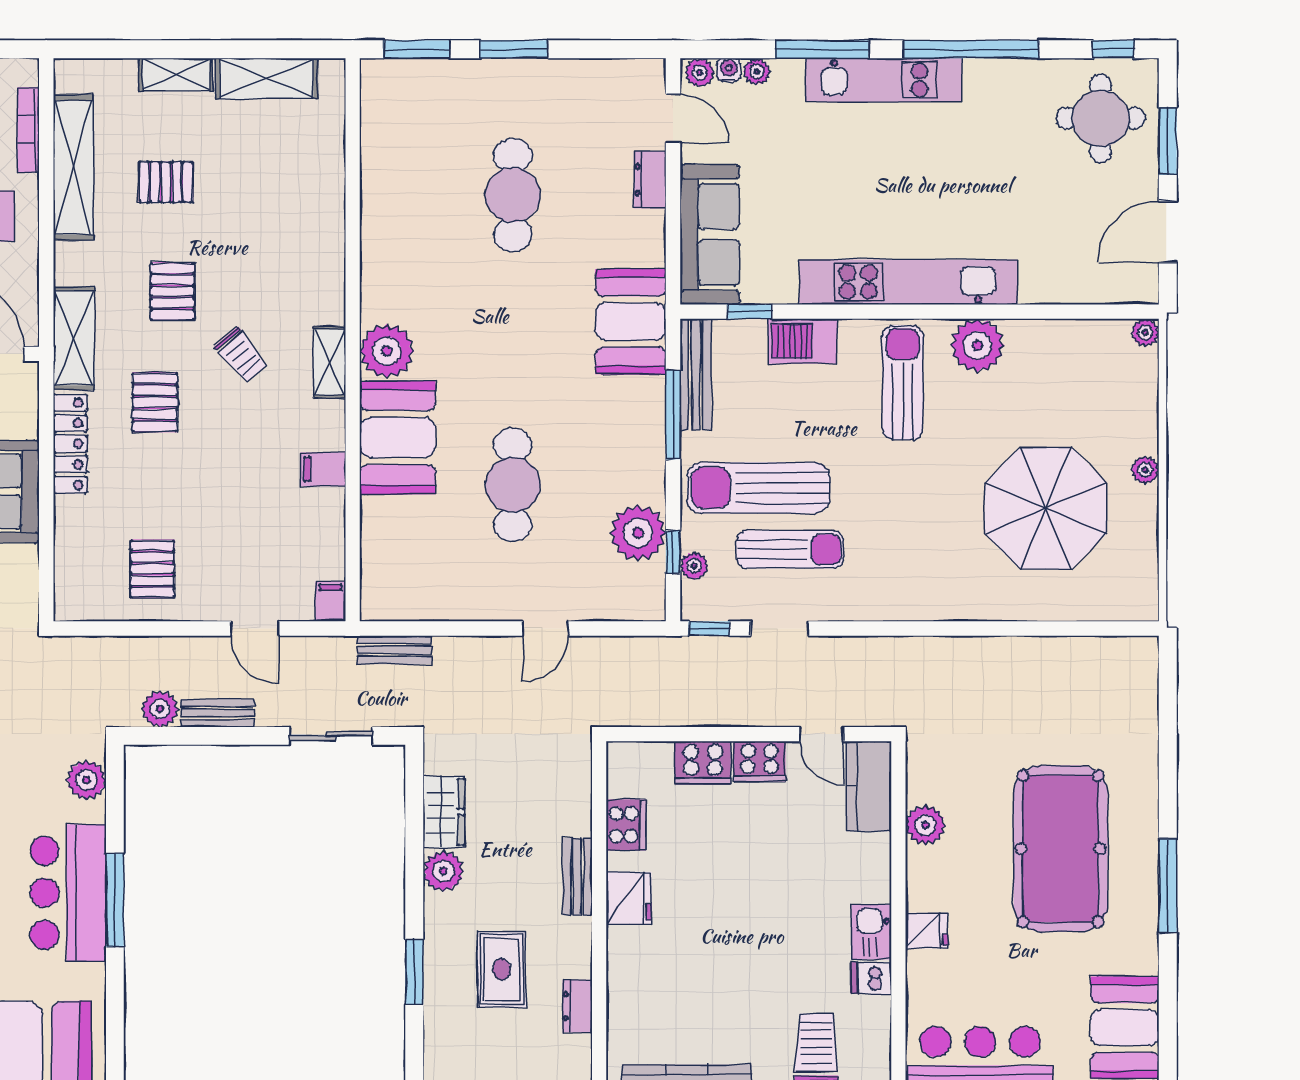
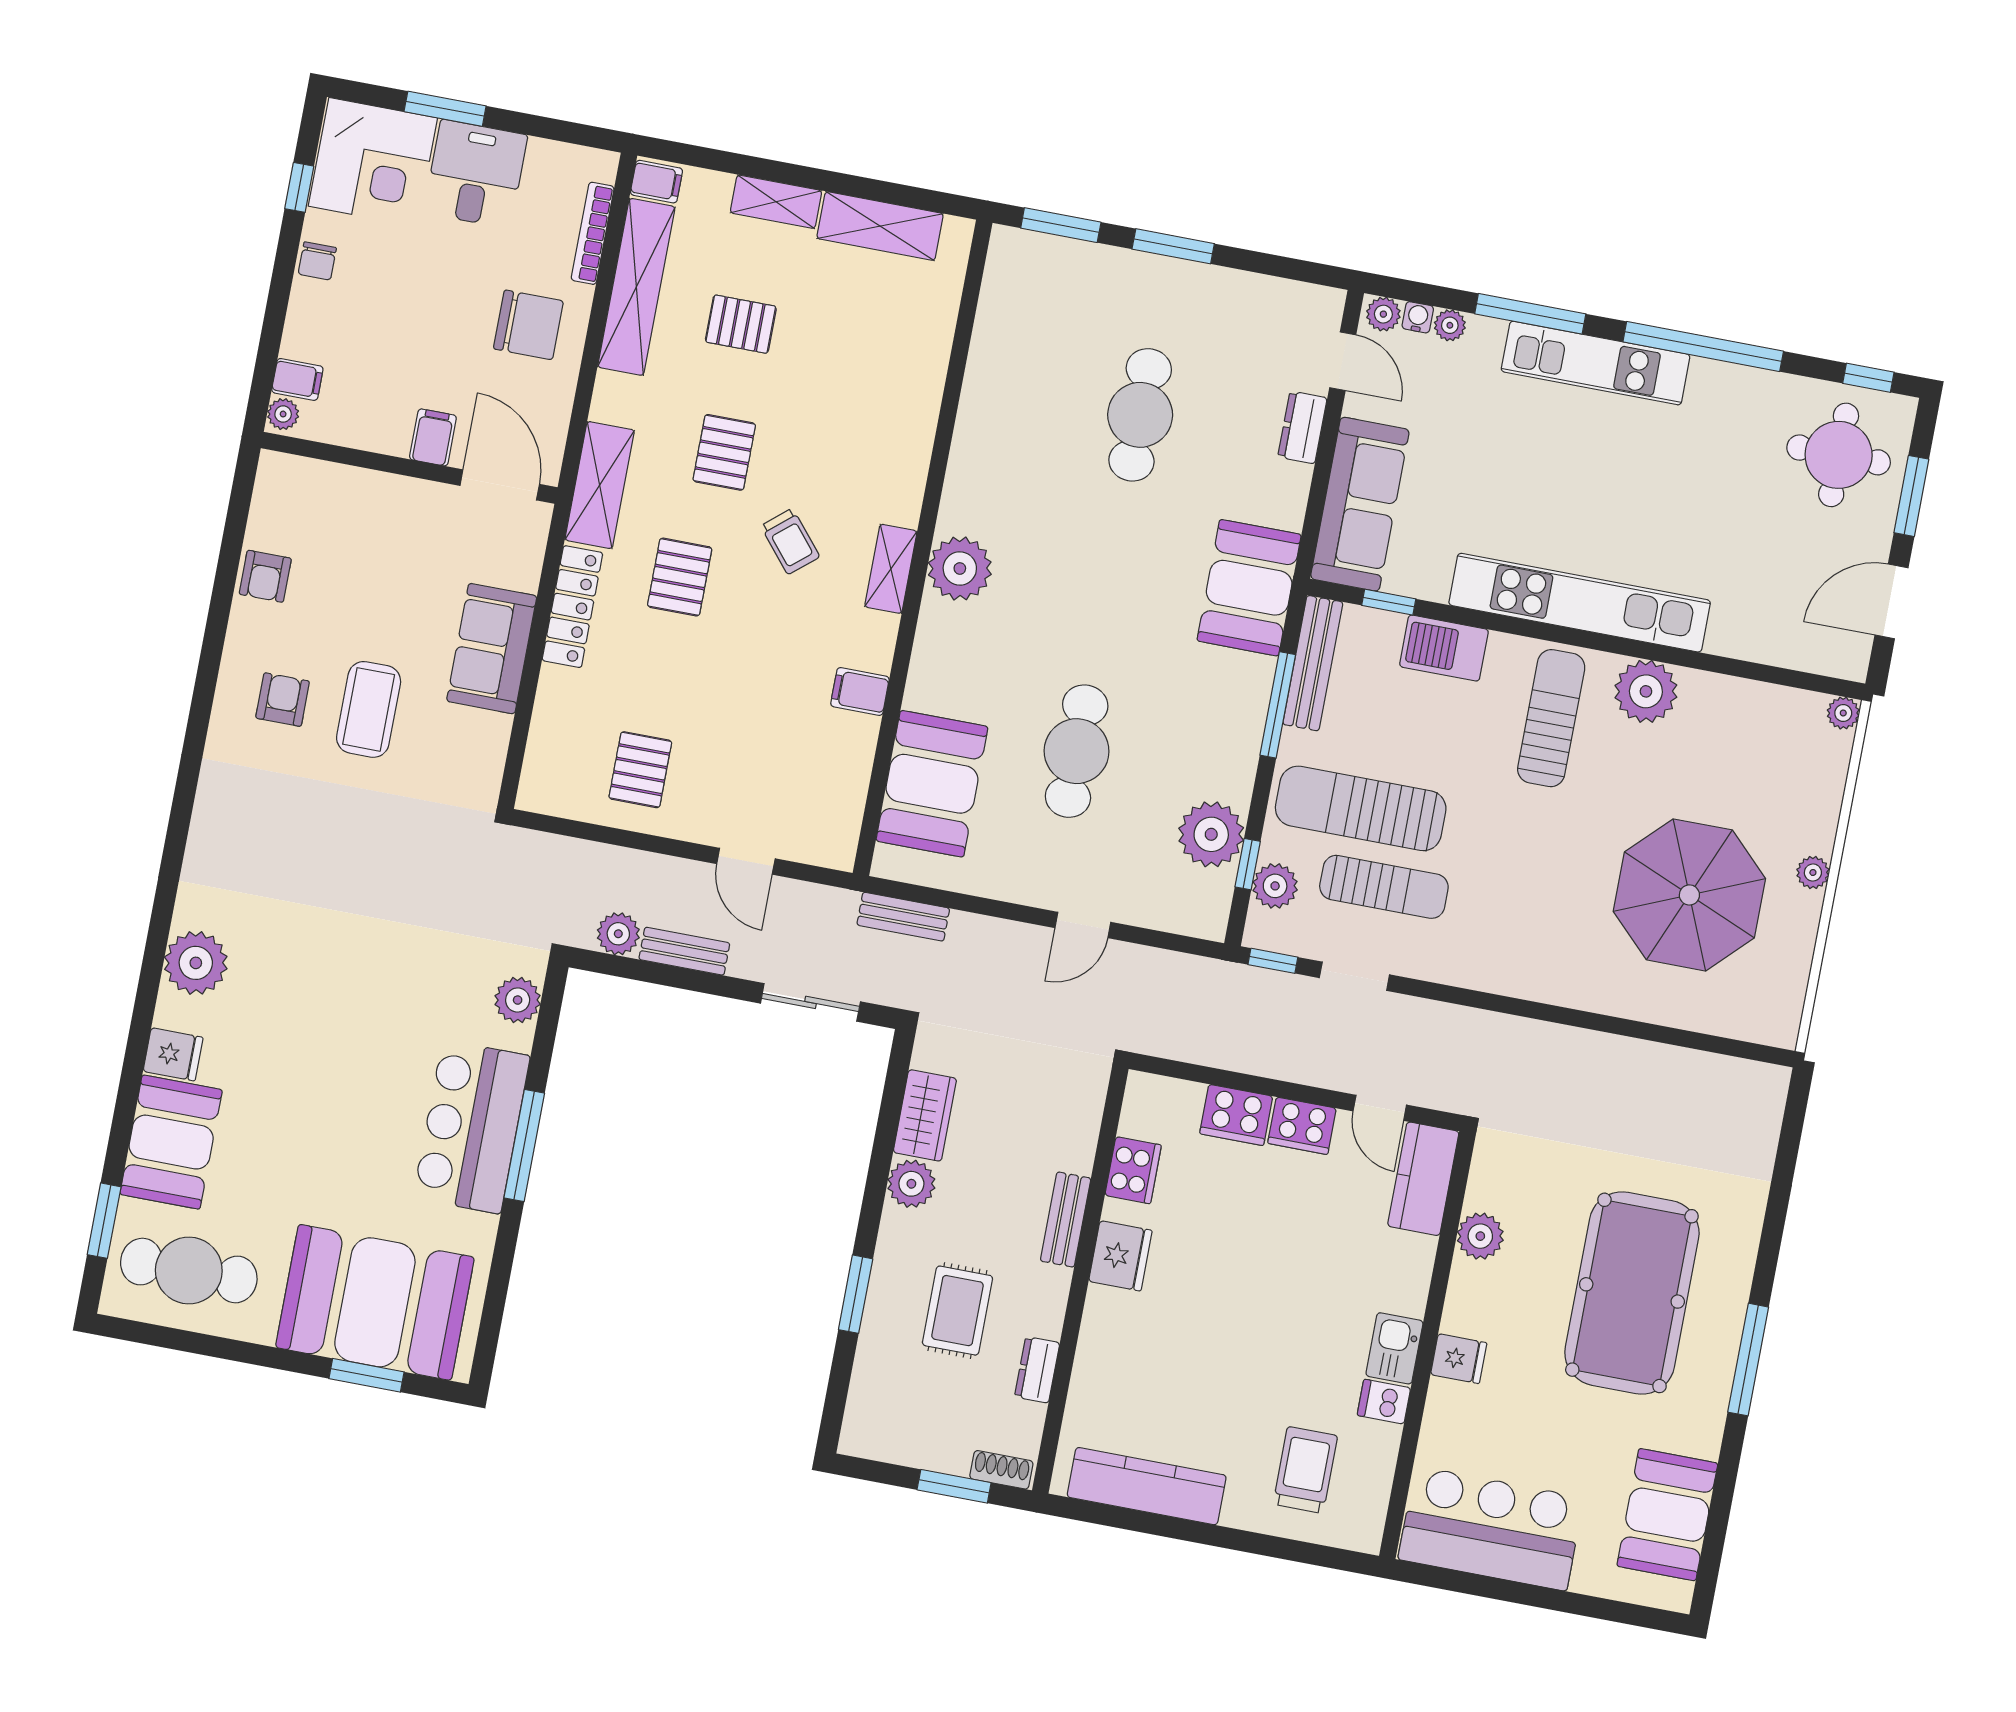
booth: (398, 438) -> (932, 784), moved
plant: (694, 566) -> (1275, 886), width x1.38, depth x1.38
filing cabinet: (330, 601) -> (656, 182), moved, turned 90

